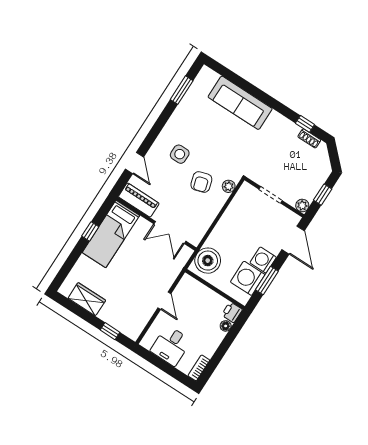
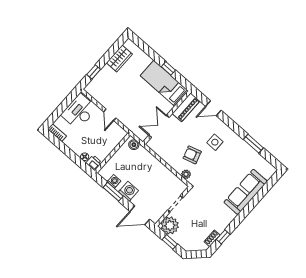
window: (182, 90) -> (253, 144), moved
plant: (302, 206) -> (170, 225), width x1.88, depth x1.88
boiler: (208, 261) -> (134, 145), width x0.54, depth x0.54
washing machine: (248, 278) -> (114, 181), width x0.53, depth x0.53
door: (164, 301) -> (110, 115), hinge flipped
desk: (171, 346) -> (79, 111), width x1.37

